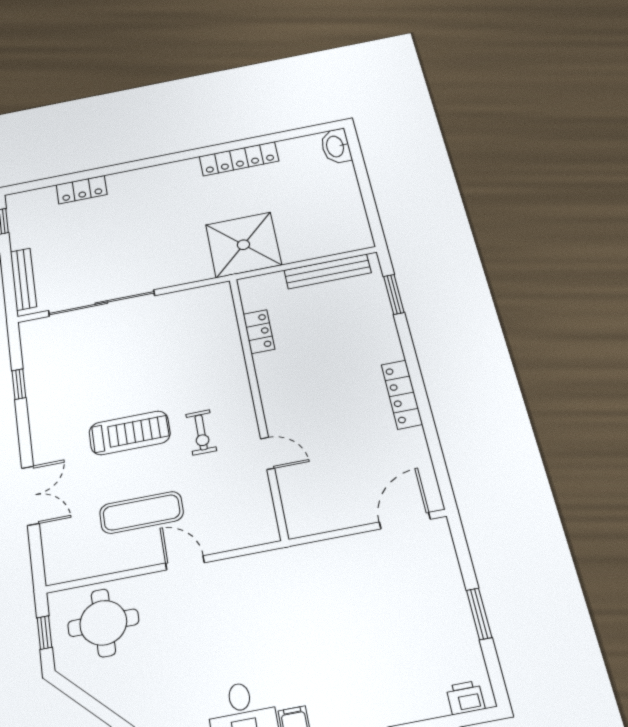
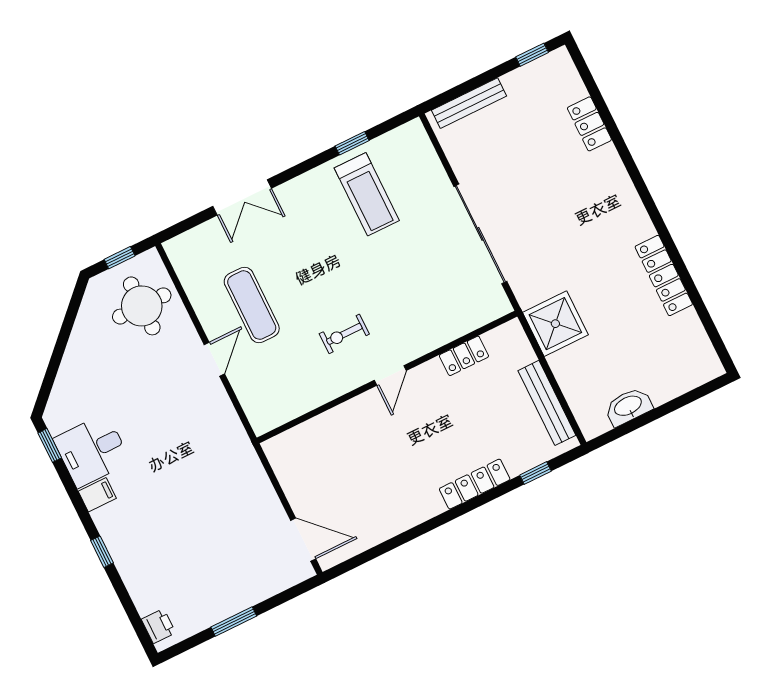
washbasin: (336, 146) -> (628, 406), moved
shower: (243, 245) -> (555, 324), width x0.73, depth x0.73
window: (394, 294) -> (535, 473), width x0.67
sliding door: (101, 303) -> (480, 234), moved
locker: (402, 394) -> (475, 484), moved
treadmill: (130, 433) -> (367, 194), moved
door: (268, 453) -> (390, 375), moved

